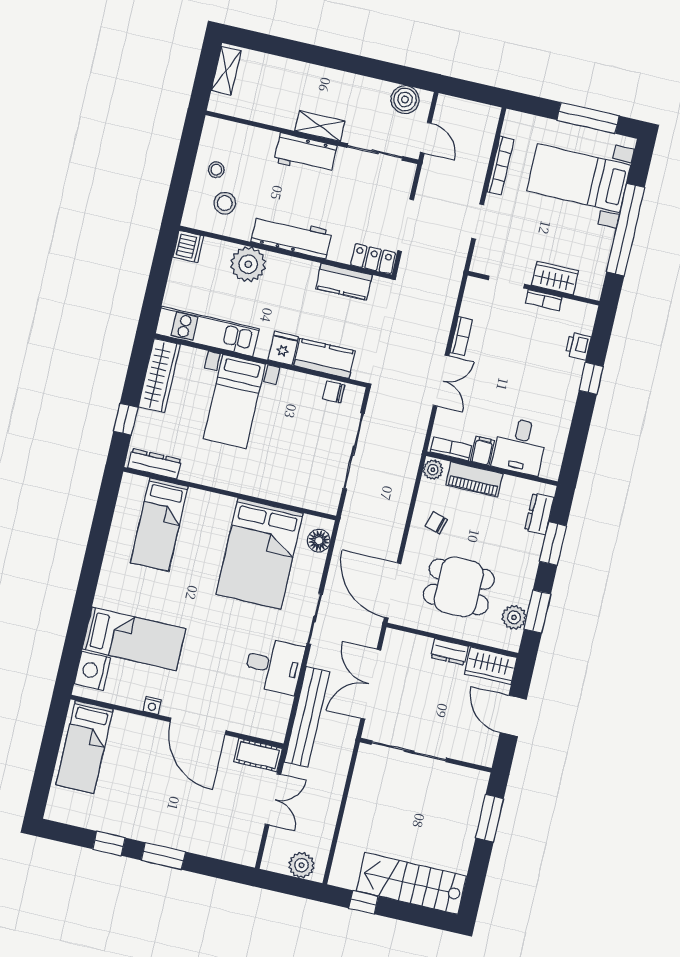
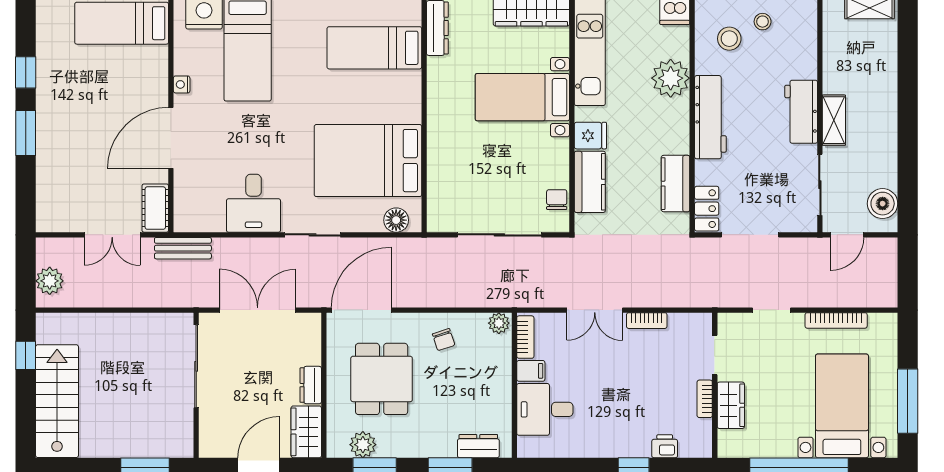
piano: (474, 479) -> (499, 369), removed
chair: (436, 523) -> (444, 340), turned 146
bench: (307, 717) -> (183, 248), width x0.54, depth x0.82

